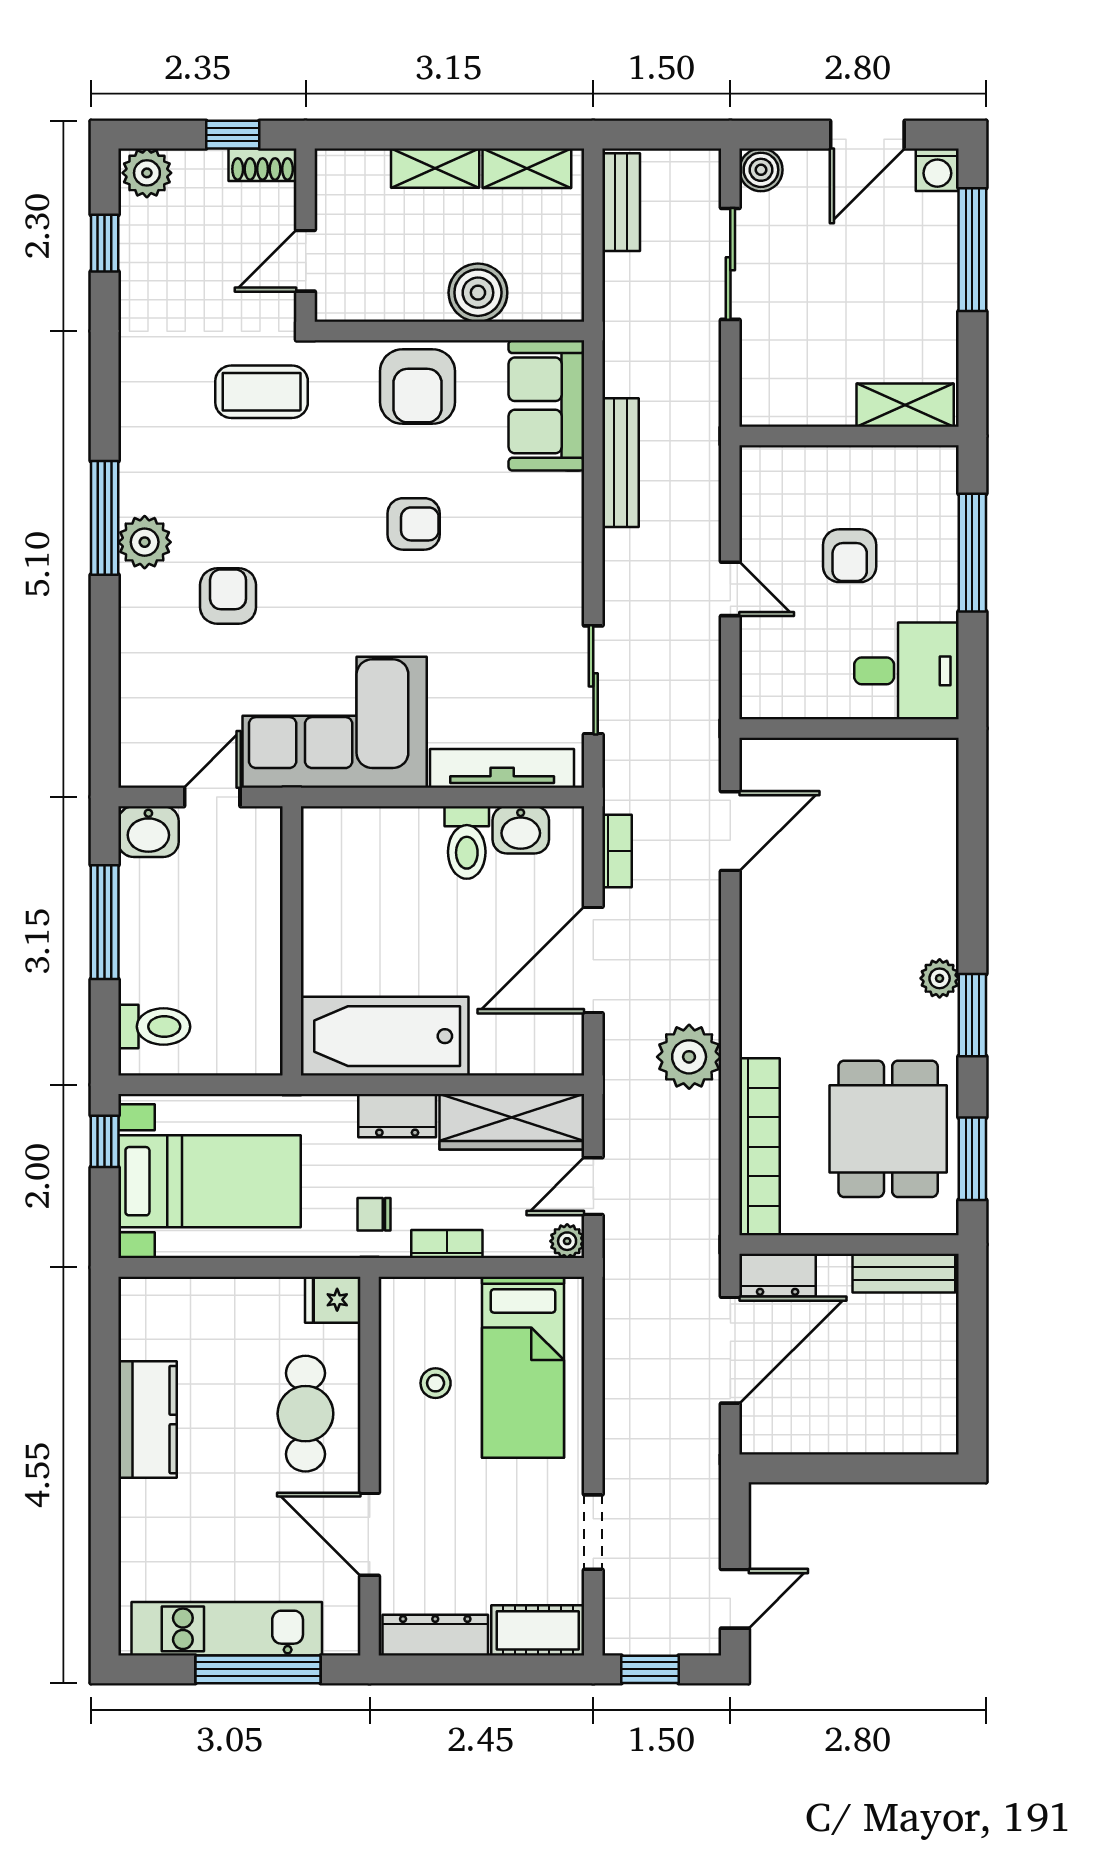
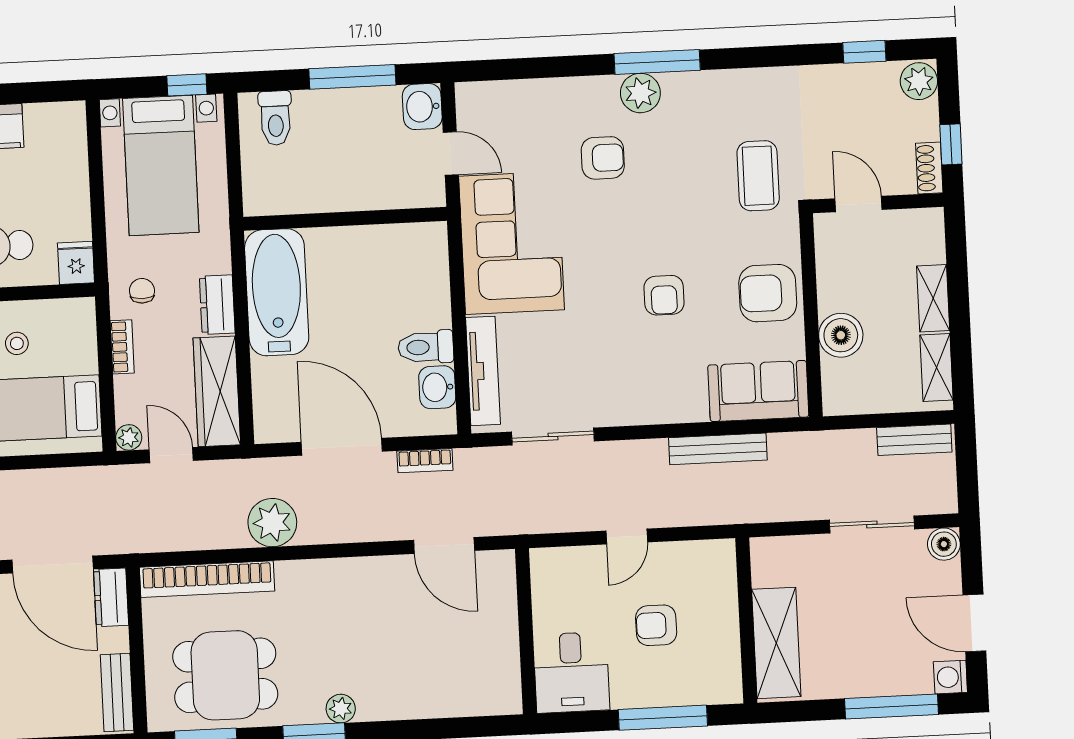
shelving: (905, 405) -> (776, 643), width x1.50, depth x1.33

